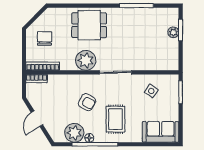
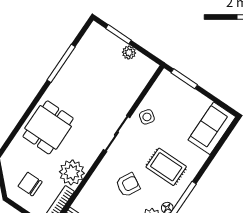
plant: (173, 32) -> (129, 53), moved
plant: (86, 60) -> (72, 172), moved
side table: (151, 91) -> (147, 117), moved

